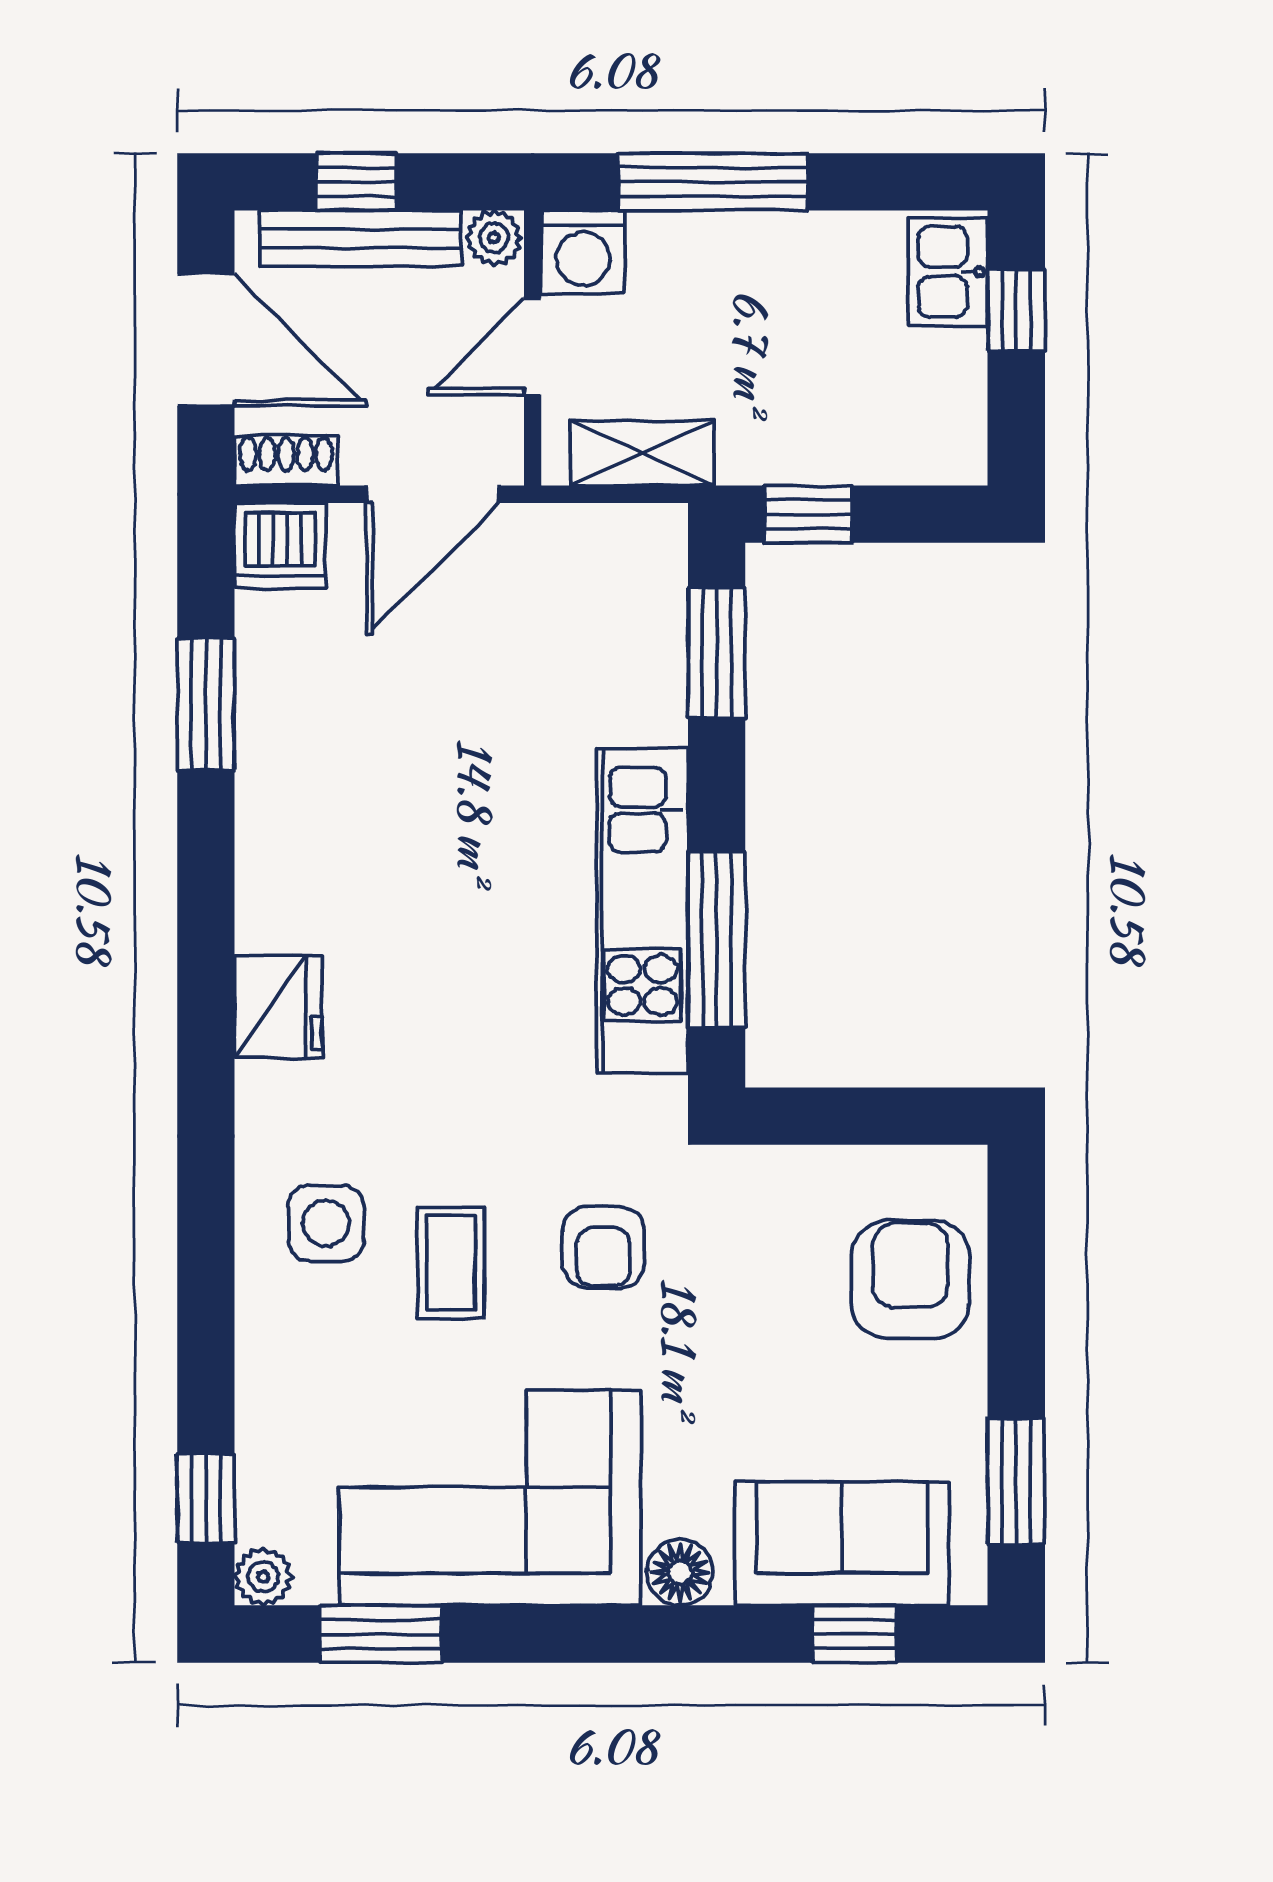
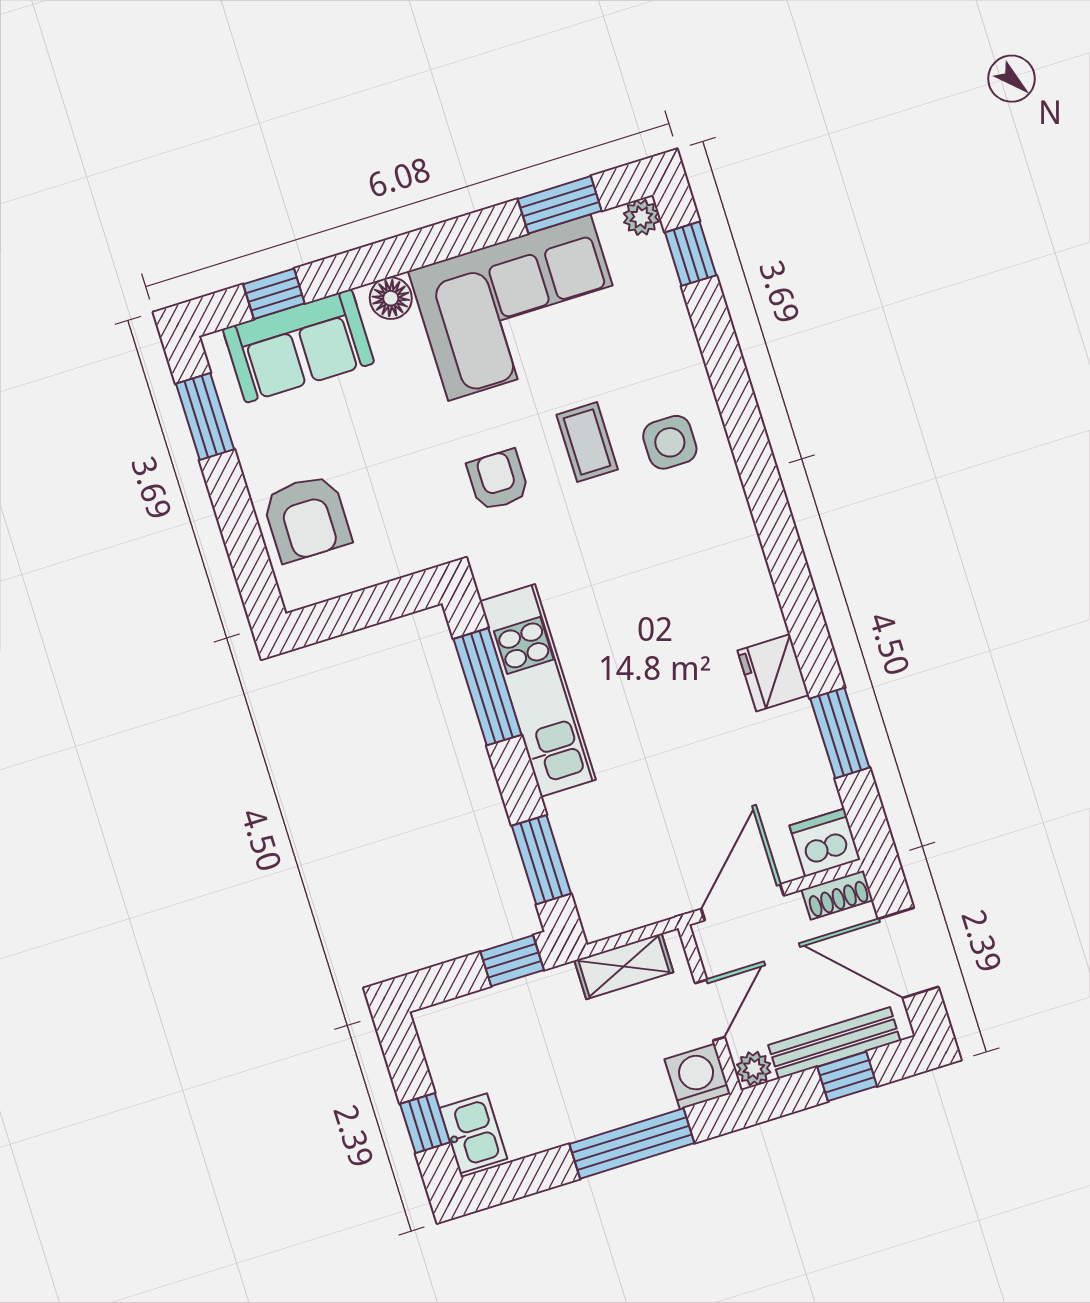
fridge: (278, 1006) -> (773, 673), moved

